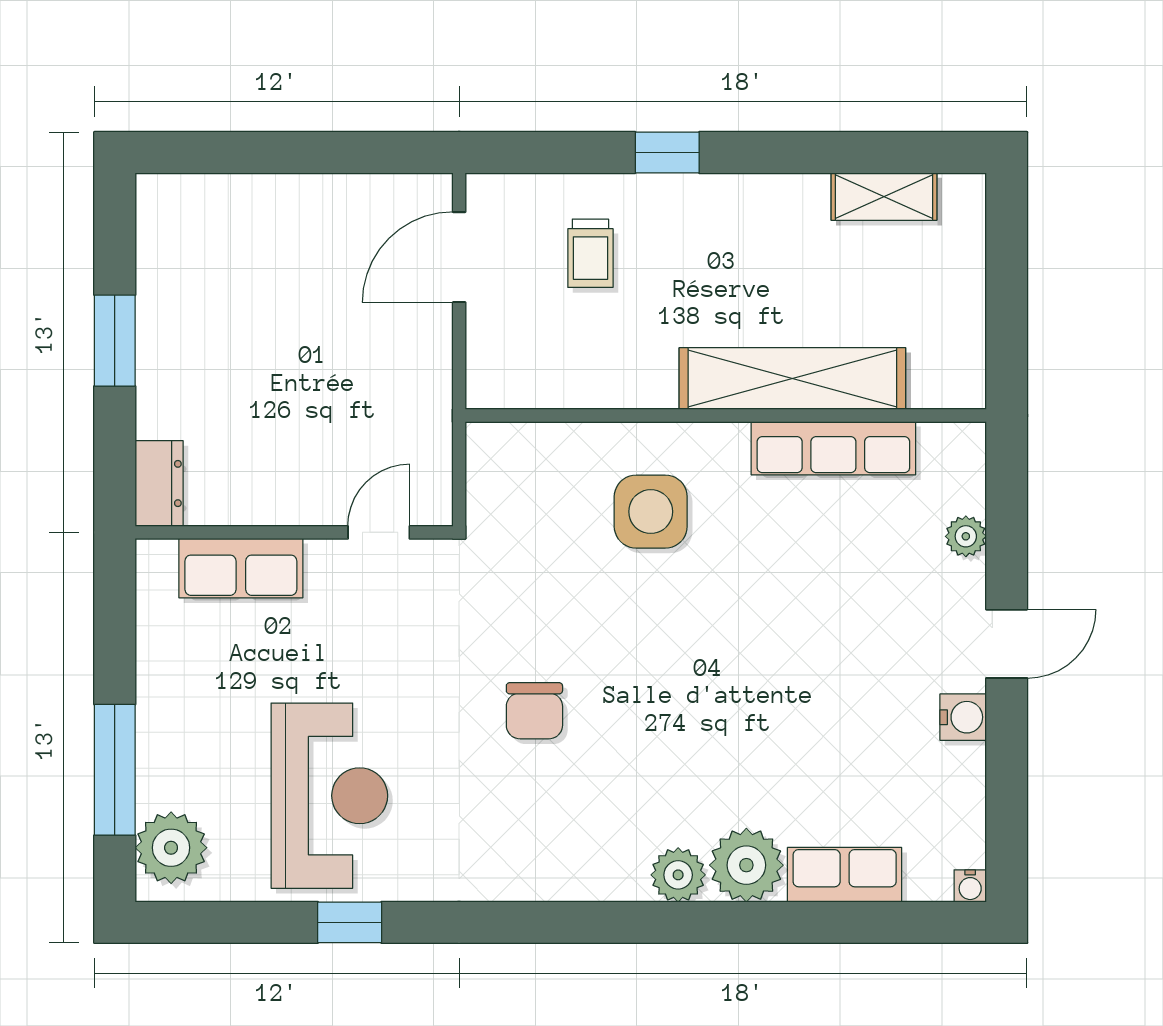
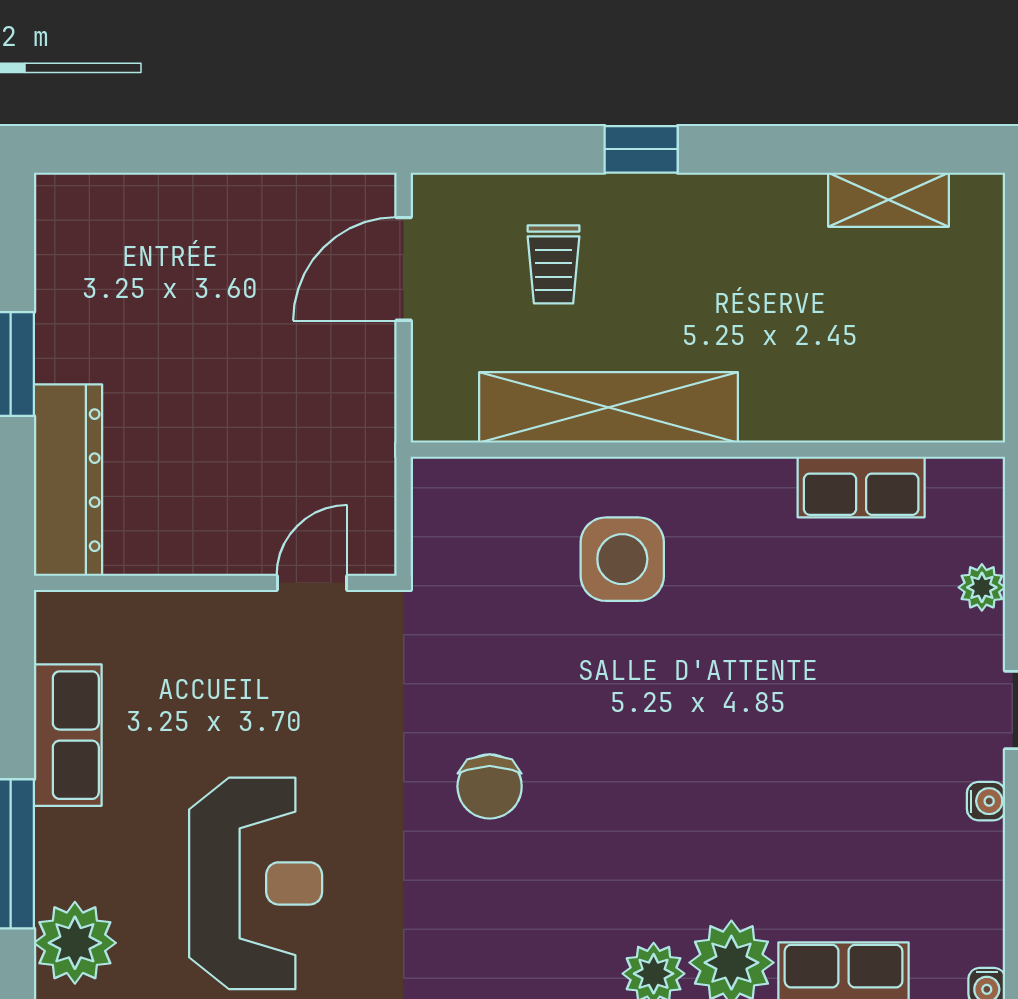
shelving: (792, 379) -> (608, 407), moved
row of seats: (833, 448) -> (861, 487), width x0.68
dresser: (159, 484) -> (68, 480), width x1.96, depth x1.24
row of seats: (241, 568) -> (68, 735), moved, turned -90
water cooler: (963, 717) -> (986, 801), width x0.72, depth x0.72

